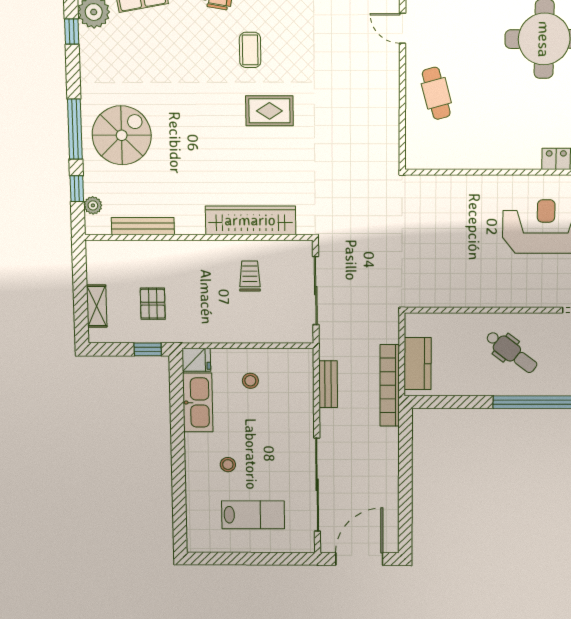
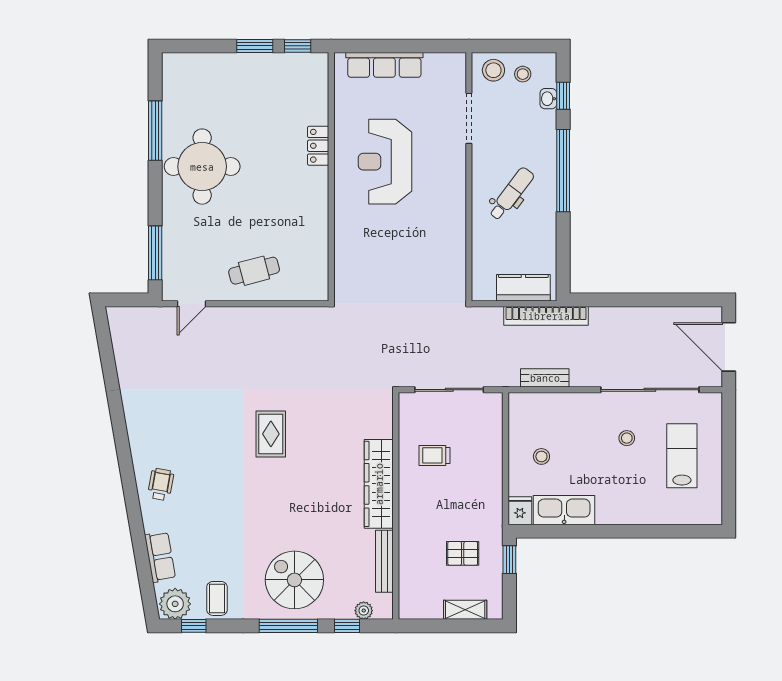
coffee table: (250, 50) -> (217, 598), moved, turned 90
wardrobe: (250, 220) -> (379, 484), moved
stool: (228, 465) -> (627, 438), moved

